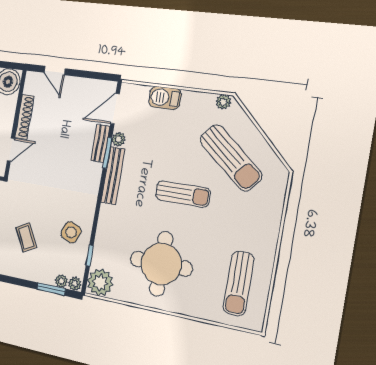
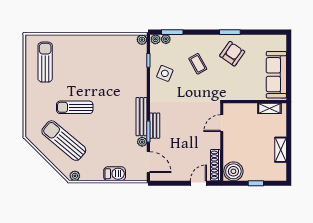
door: (55, 71) -> (198, 183), hinge flipped
door: (115, 109) -> (148, 162), hinge flipped
shoe rack: (25, 117) -> (215, 165), moved
bench: (100, 143) -> (155, 126), moved
sun lounger: (183, 194) -> (75, 107), moved
round table: (161, 264) -> (98, 64), removed
plant: (100, 282) -> (142, 40), width x0.53, depth x0.53

